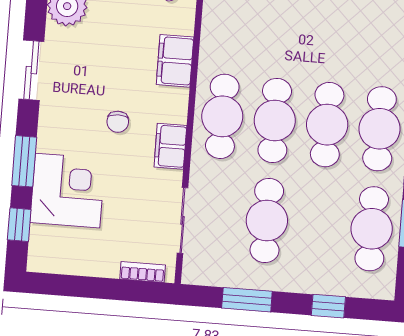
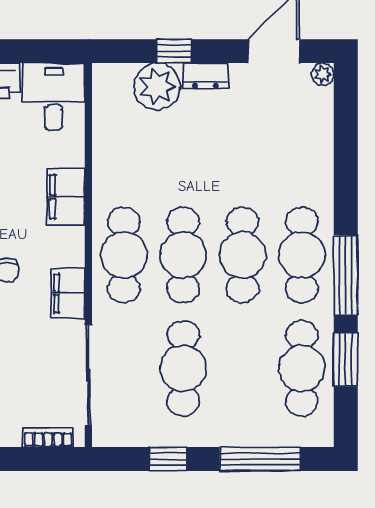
sliding door: (182, 220) -> (88, 376), width x1.37
window: (247, 300) -> (168, 459), width x0.67
window: (328, 306) -> (260, 459), width x2.17

